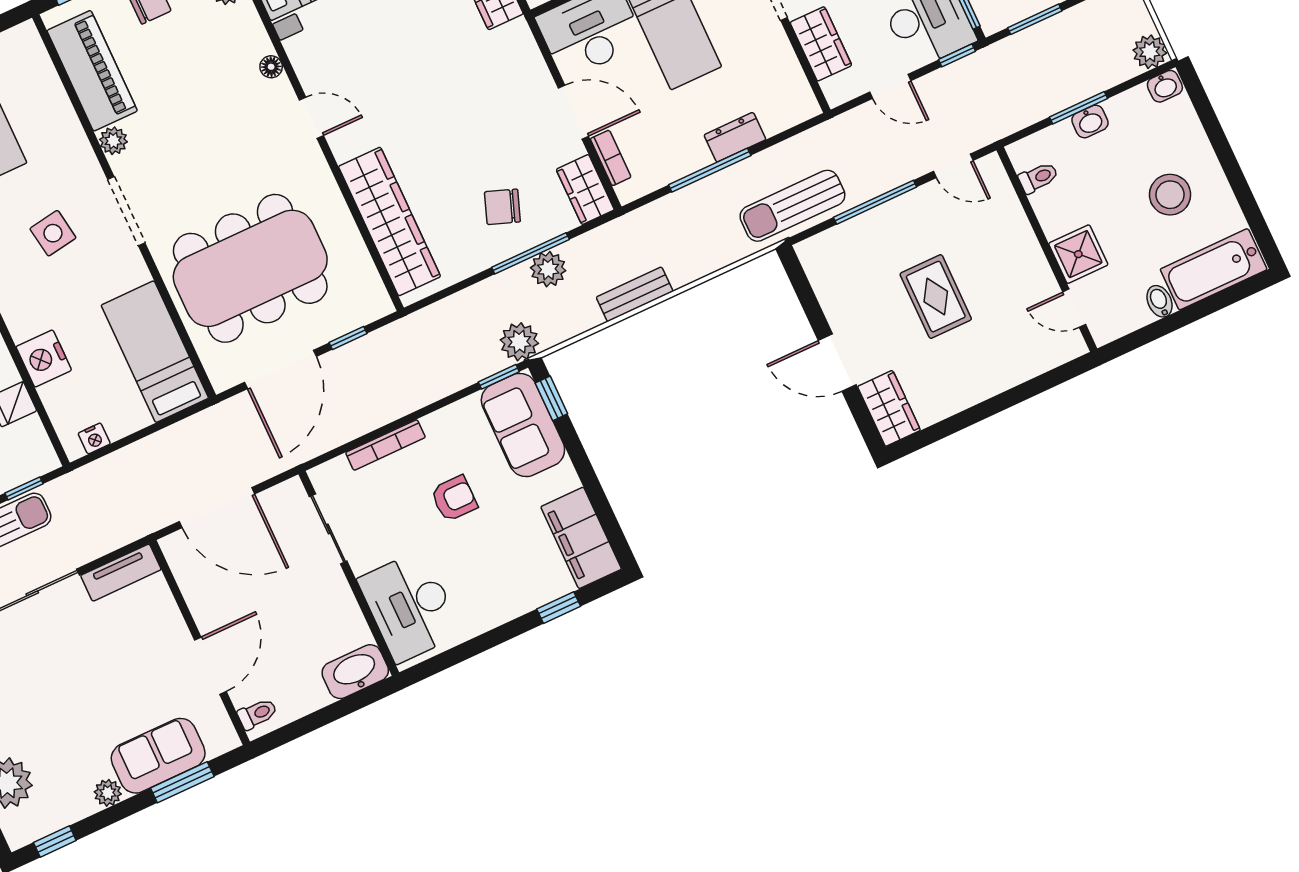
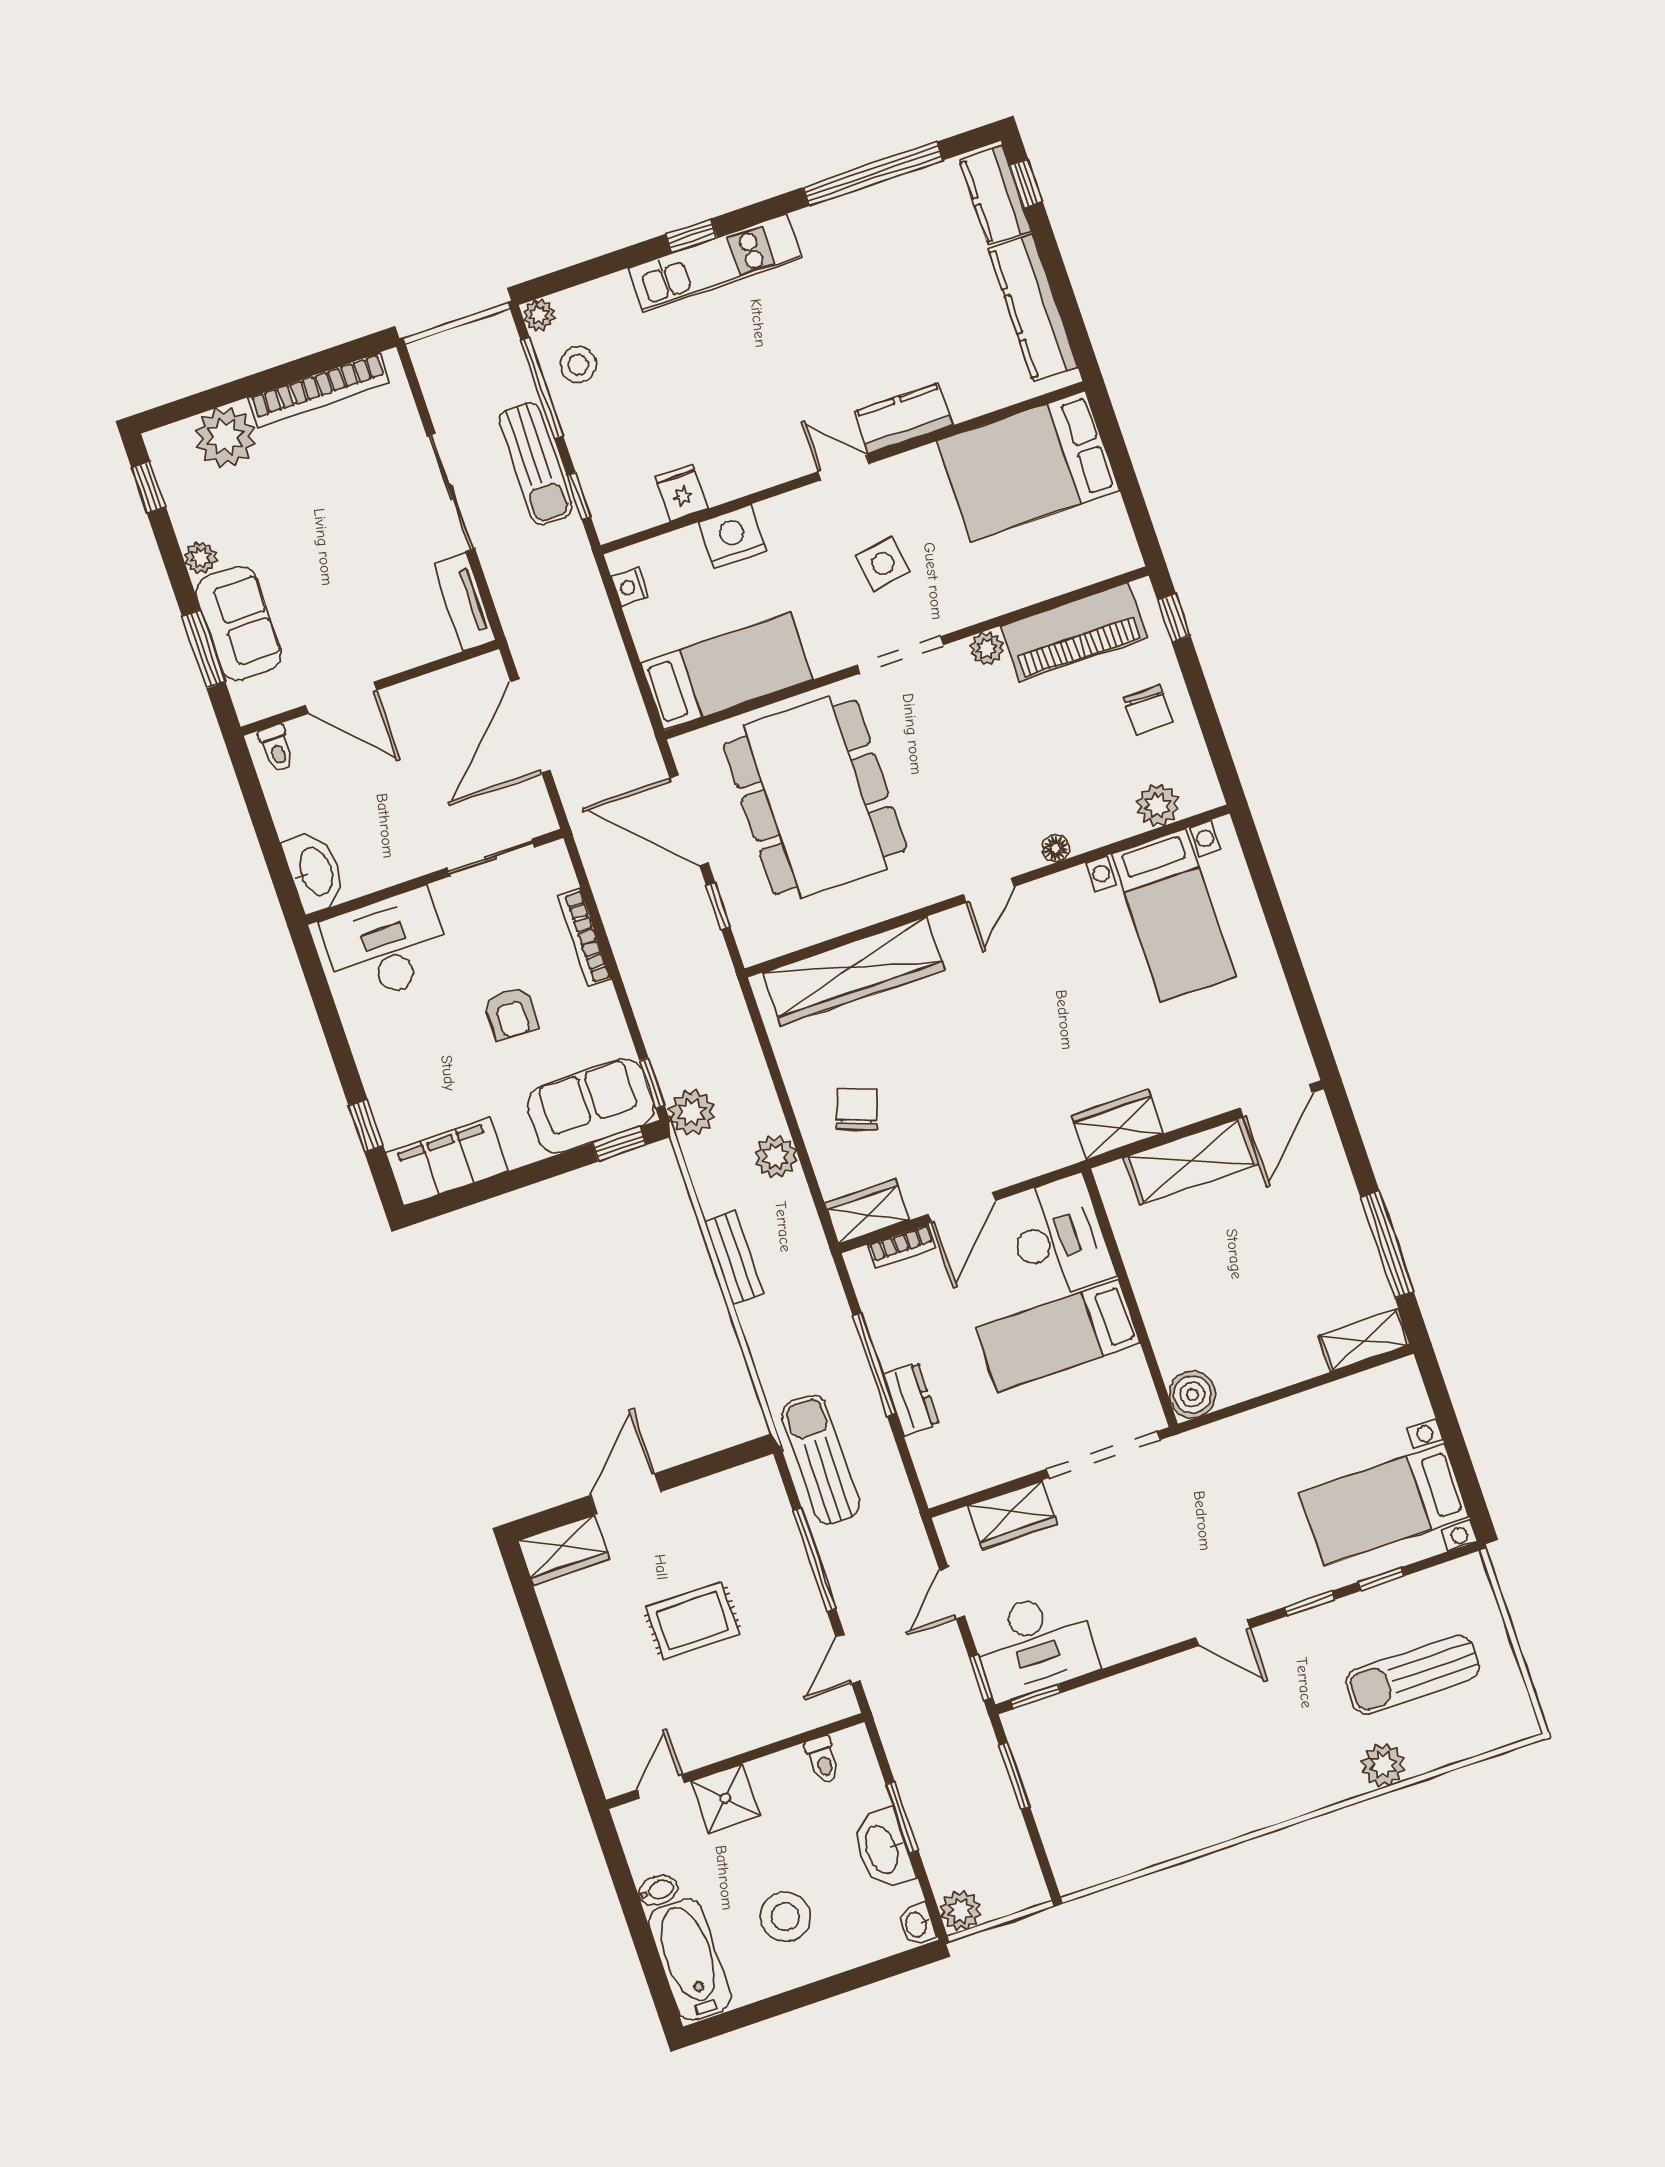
washbasin: (1090, 121) -> (883, 1849), width x1.91, depth x1.45
window: (530, 253) -> (797, 1137), removed

